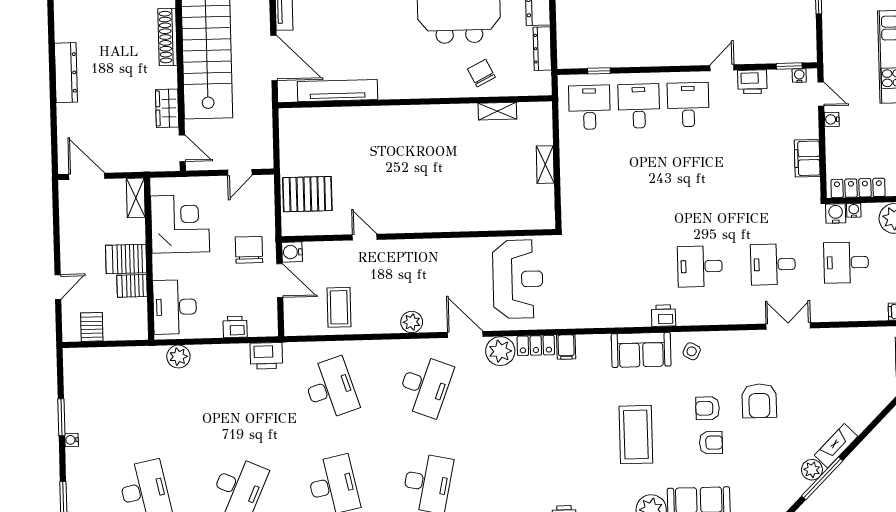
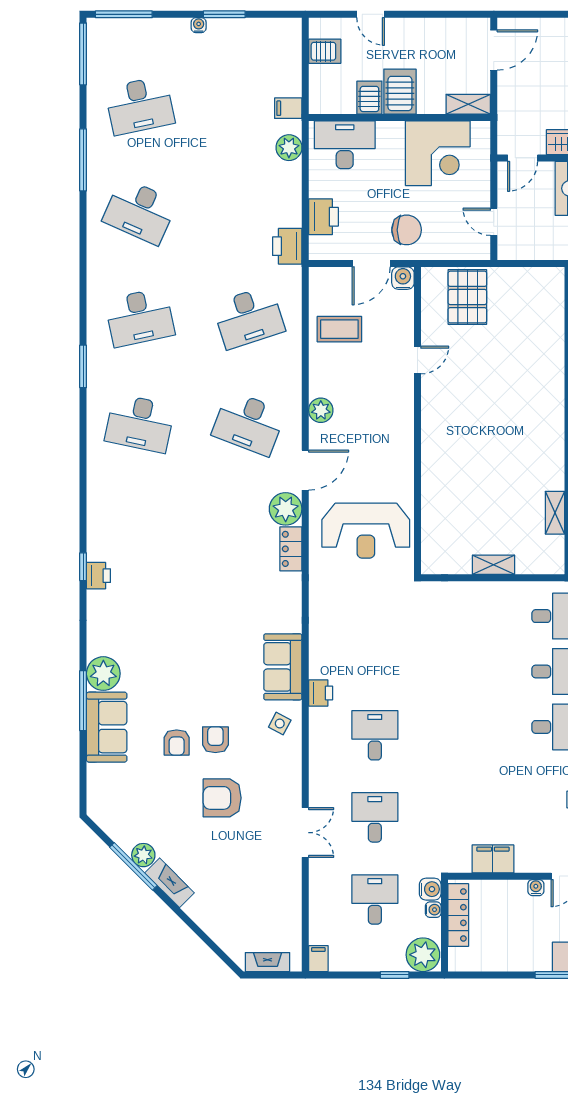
printer: (235, 327) -> (323, 217), width x1.36, depth x1.24
filing cabinet: (566, 347) -> (288, 108), moved
coffee table: (636, 435) -> (188, 659), removed

